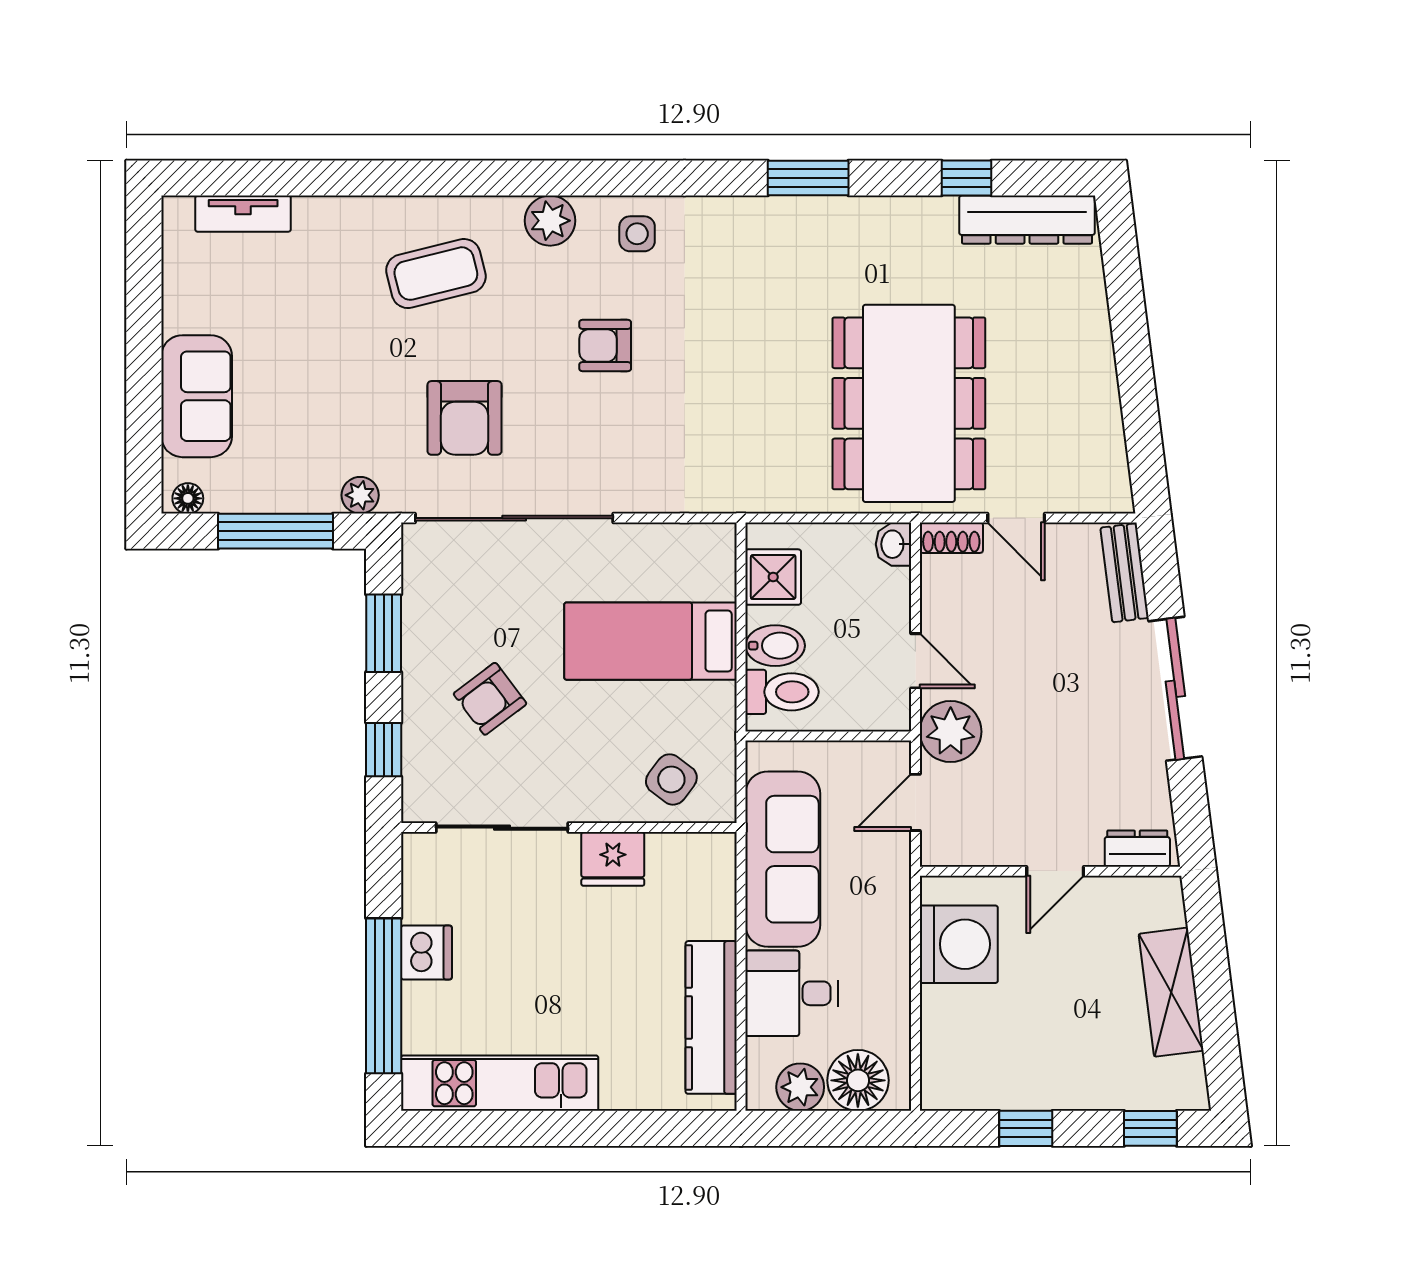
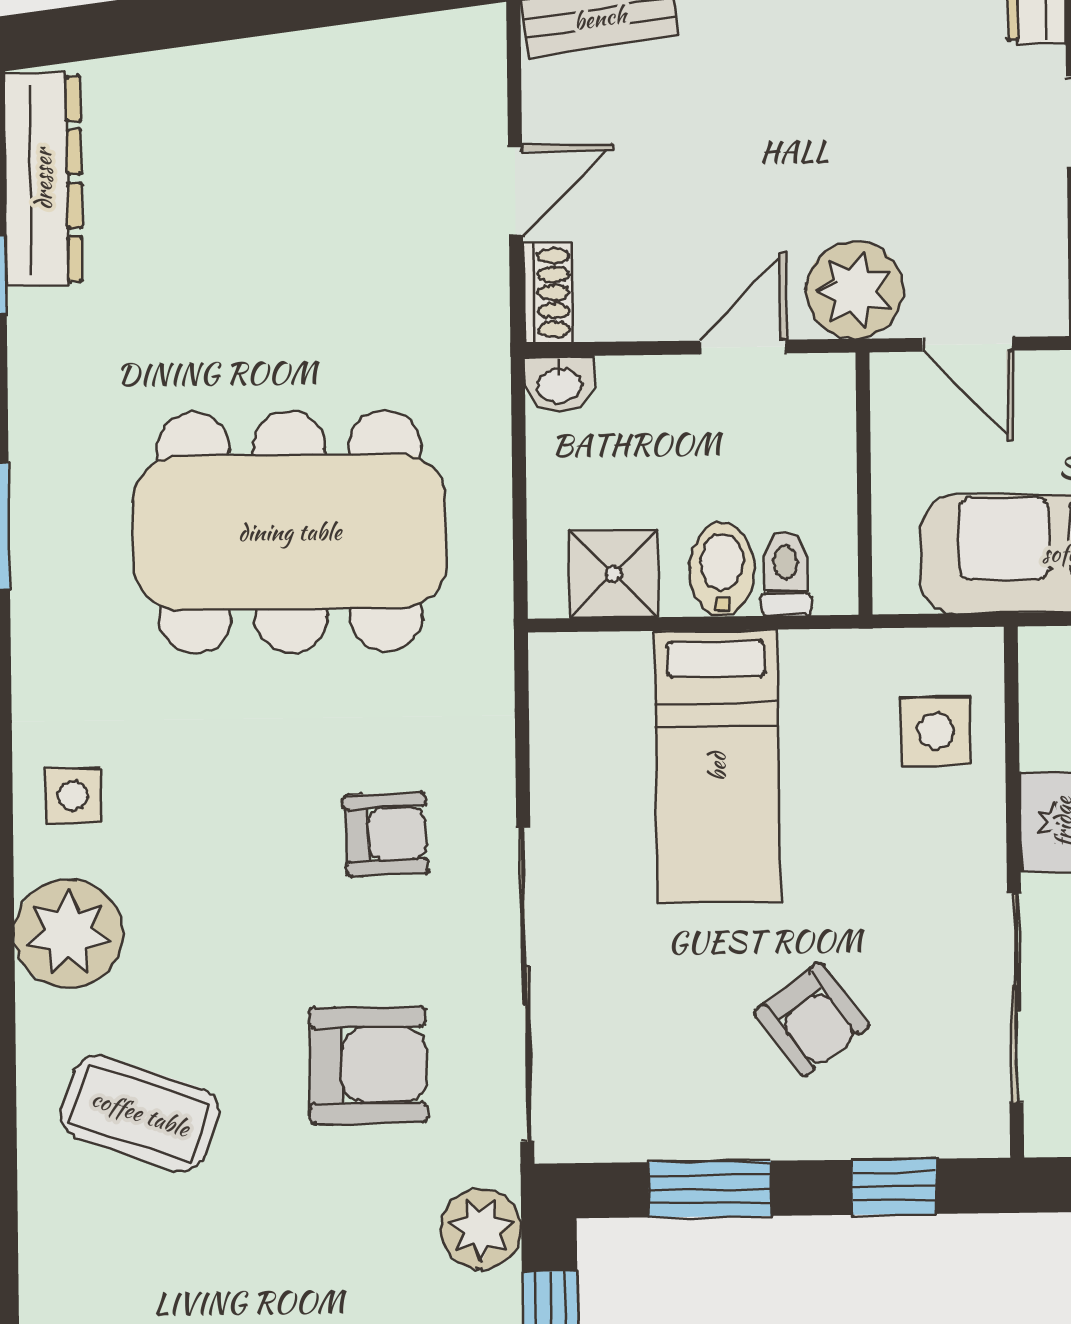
plant: (550, 221) -> (68, 934), width x1.36, depth x1.36
coffee table: (436, 274) -> (140, 1113), turned -57
armchair: (605, 346) -> (386, 834), moved, turned -92
dining table: (909, 403) -> (290, 532), moved
plant: (360, 495) -> (481, 1229), width x1.38, depth x1.38
toilet: (782, 692) -> (786, 574), width x0.73, depth x0.72
side table: (671, 779) -> (936, 731), turned -37

